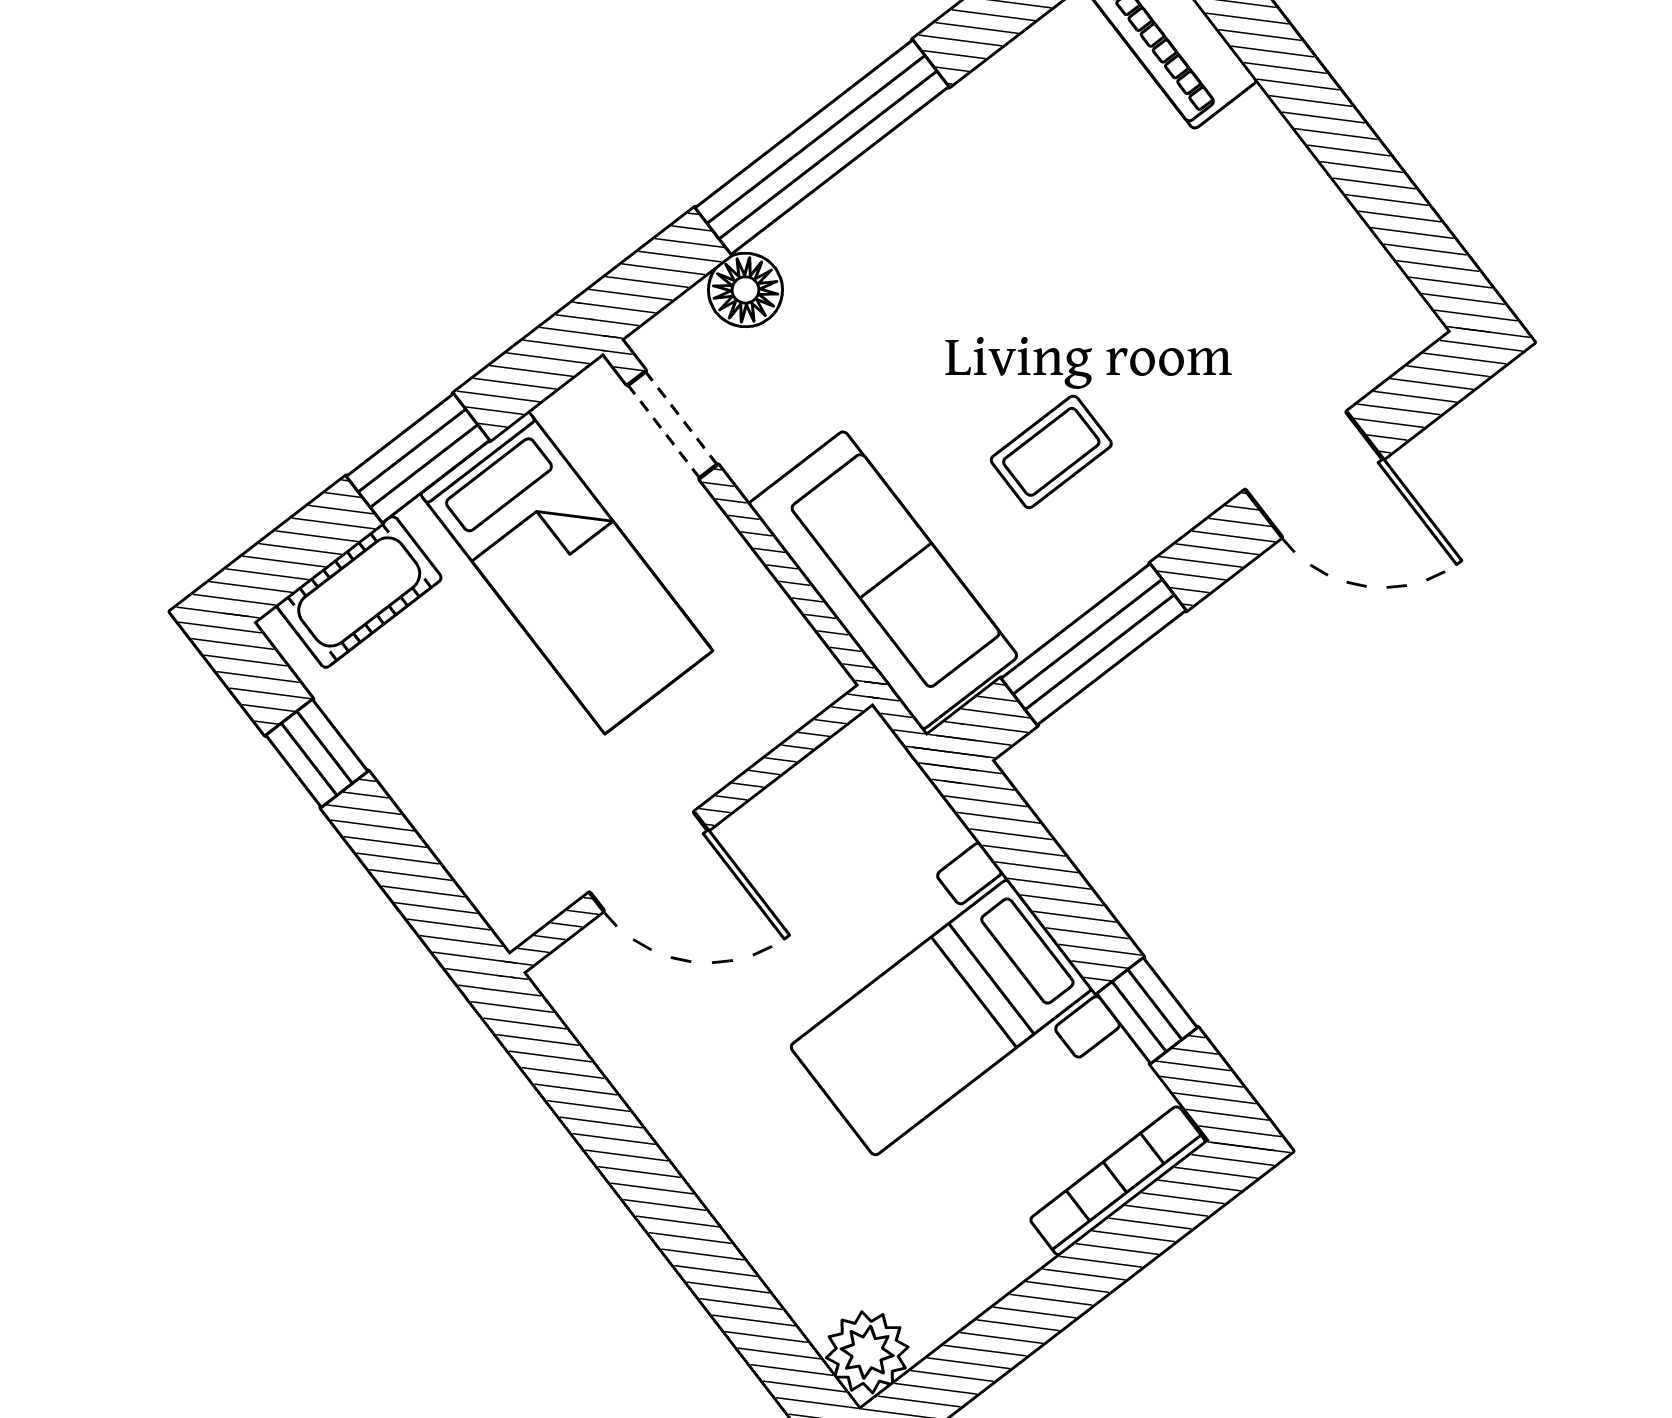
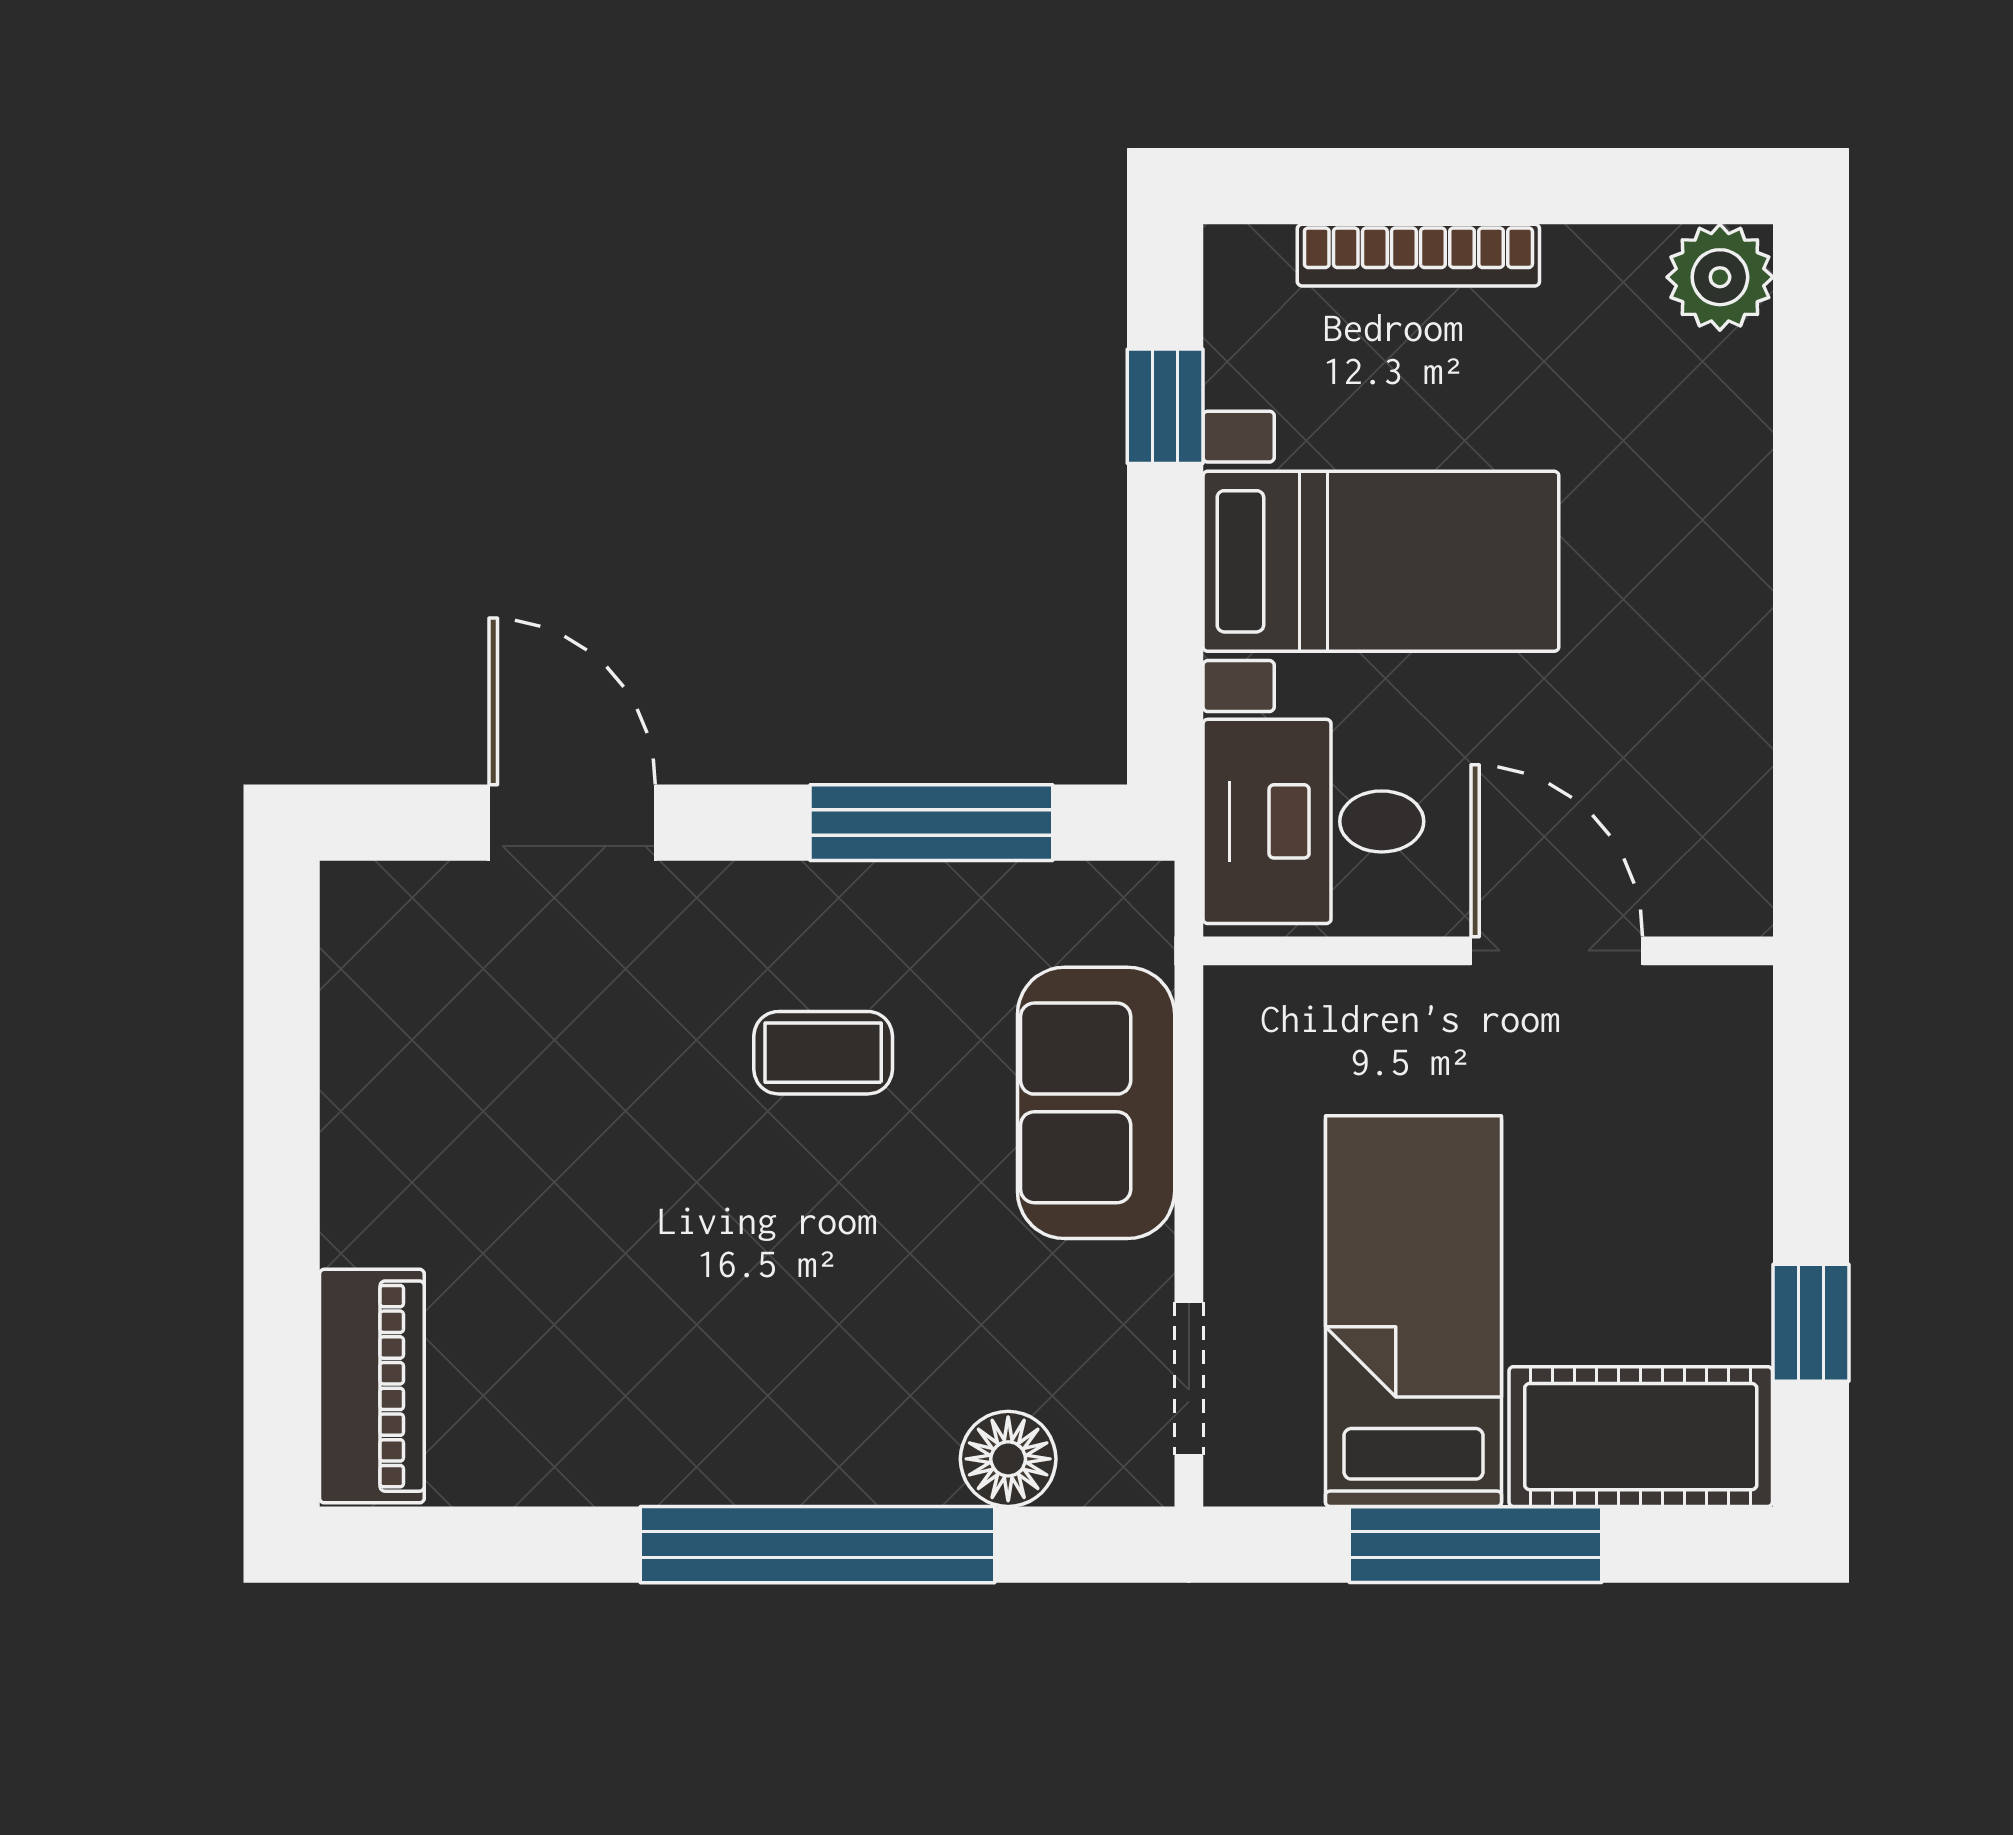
window: (418, 458) -> (1475, 1545), width x1.44
sofa: (883, 580) -> (1096, 1103), width x0.73
cot: (359, 592) -> (1641, 1437), width x1.37, depth x1.34
desk: (860, 826) -> (1313, 821), added
bookcase: (1118, 1181) -> (1418, 255), moved

